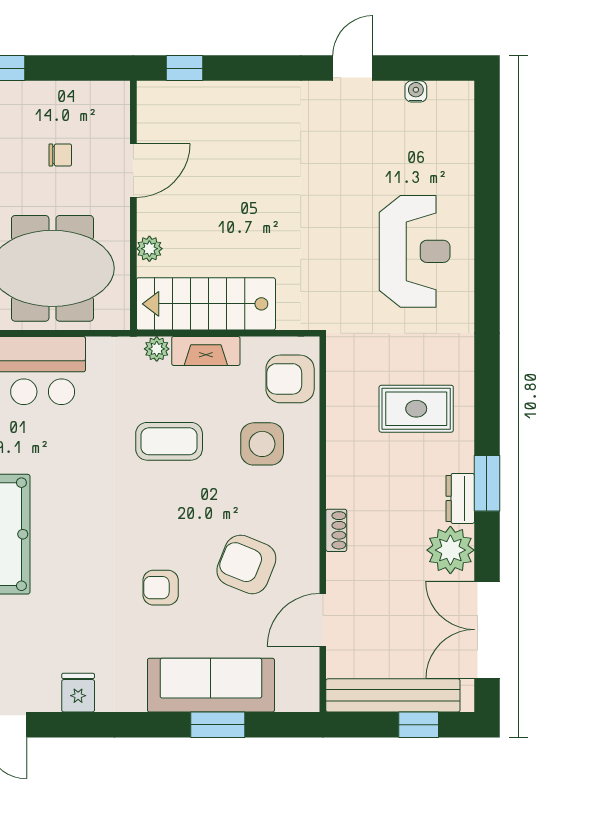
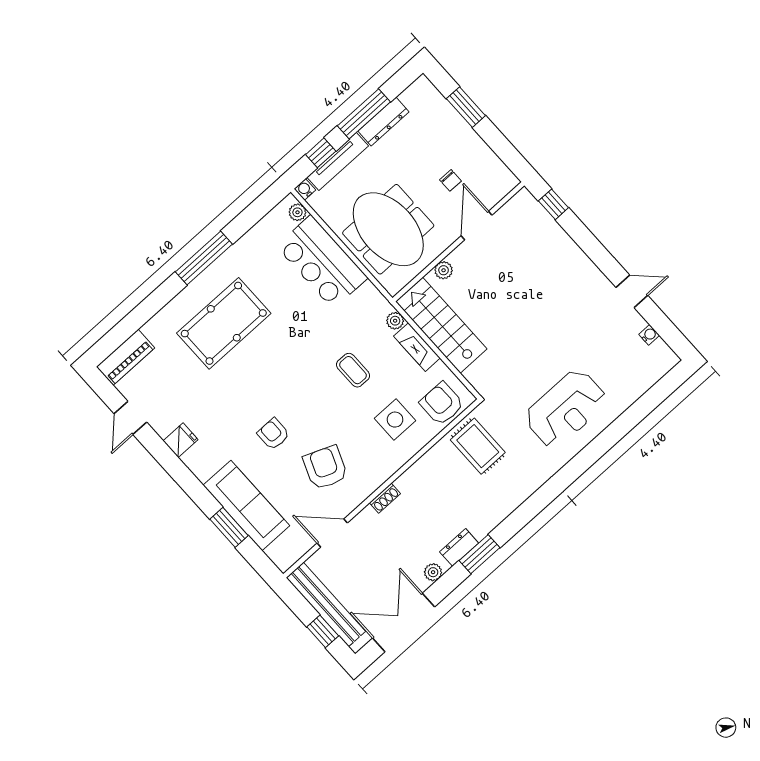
door: (133, 170) -> (477, 225), swing flipped
rug: (416, 409) -> (478, 446), moved
coffee table: (169, 441) -> (353, 370), width x0.73, depth x0.77
plant: (450, 550) -> (433, 572), width x0.53, depth x0.53

